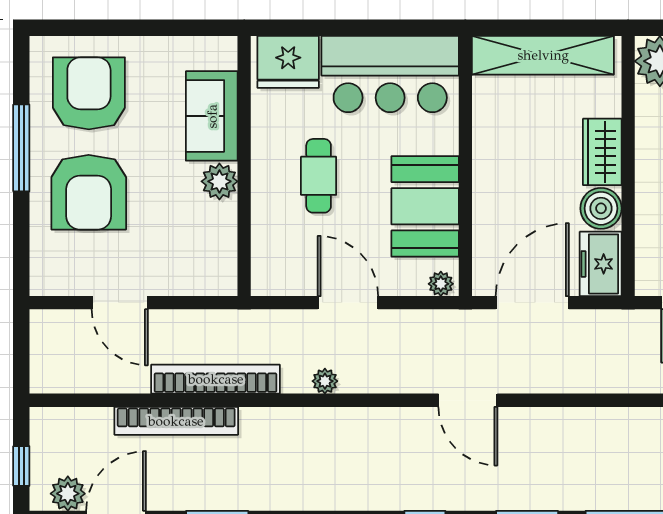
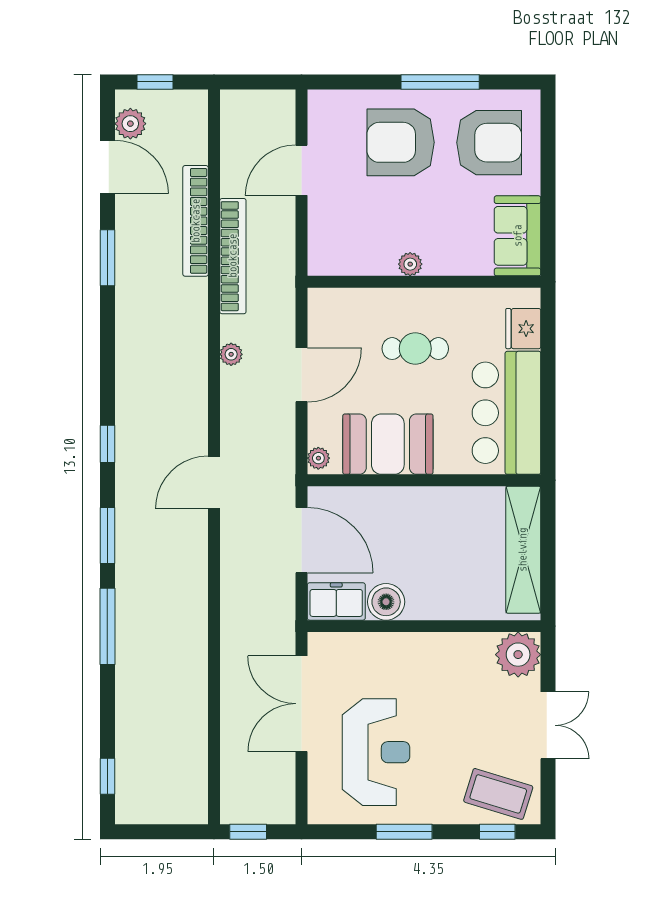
fridge: (288, 62) -> (523, 329), width x0.73, depth x0.75
sofa: (212, 116) -> (518, 236), moved, turned -90
wardrobe: (602, 152) -> (437, 603), removed
plant: (219, 181) -> (410, 264), width x0.73, depth x0.73

